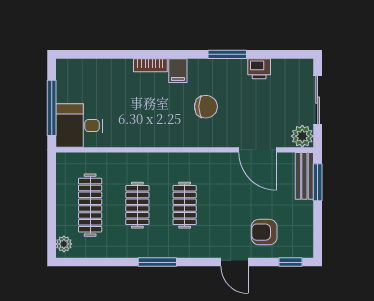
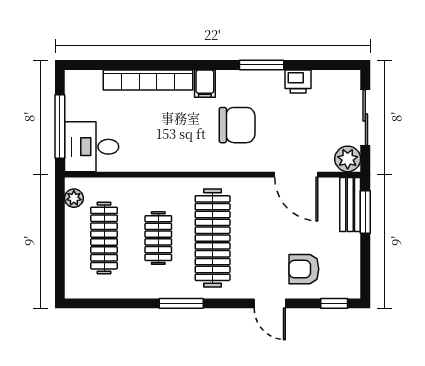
bookcase: (150, 65) -> (148, 80), width x2.31, depth x1.31
chair: (206, 107) -> (237, 125), width x1.37, depth x1.37
clothes rail: (185, 205) -> (213, 238), width x1.86, depth x1.31
plant: (64, 244) -> (74, 198), moved

